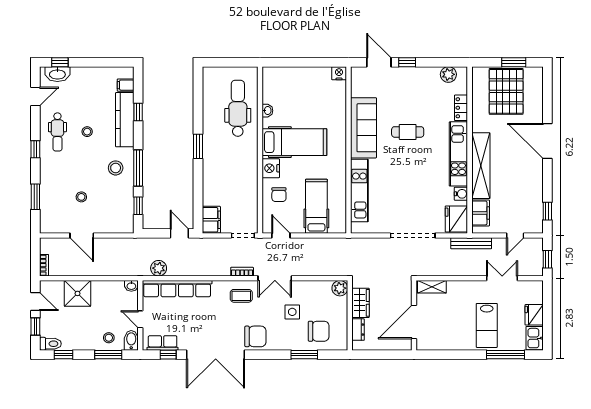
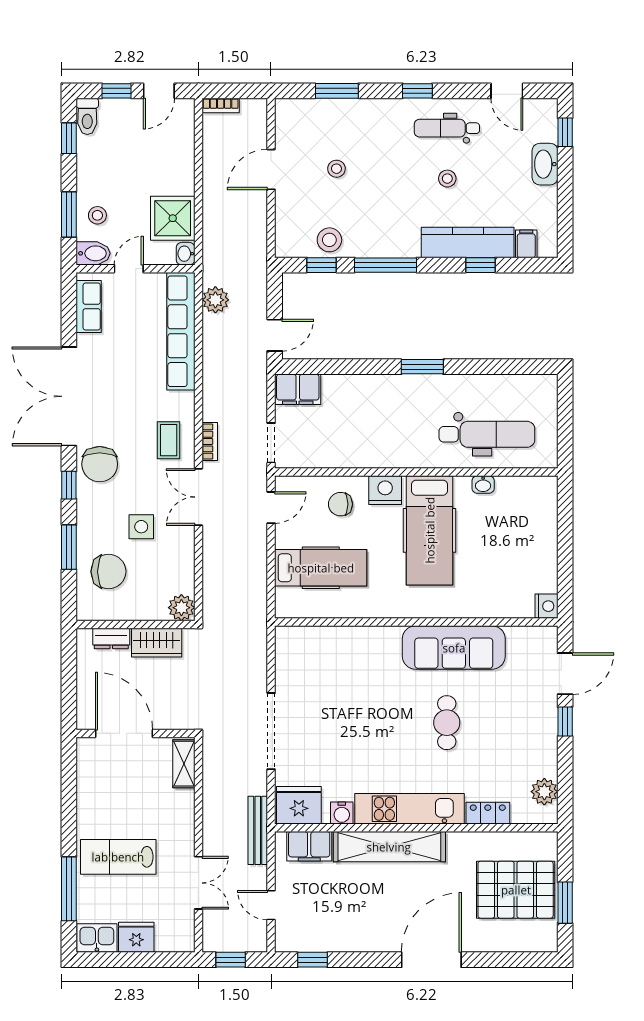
washbasin: (57, 74) -> (545, 164), moved
stool: (116, 168) -> (329, 240), moved
kitchen unit: (359, 191) -> (347, 641), removed
shower: (77, 293) -> (173, 218), moved
chair: (319, 331) -> (108, 572), turned -90
window: (168, 355) -> (69, 485), moved

